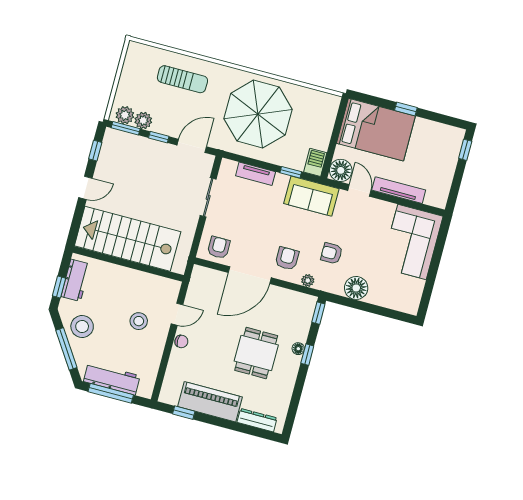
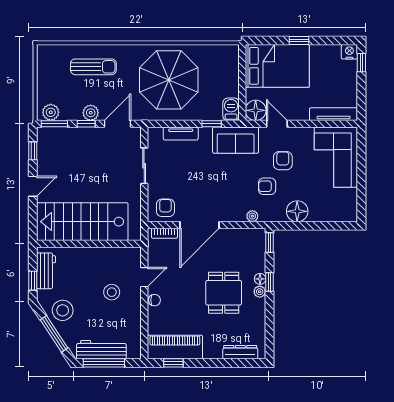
plant: (143, 120) -> (91, 113), moved
nightstand: (456, 135) -> (349, 52), added
tv unit: (399, 190) -> (334, 114), moved
armchair: (287, 258) -> (283, 161), moved
bookcase: (211, 274) -> (164, 233), added
plant: (294, 362) -> (260, 292), added
piano: (210, 402) -> (175, 347), moved

